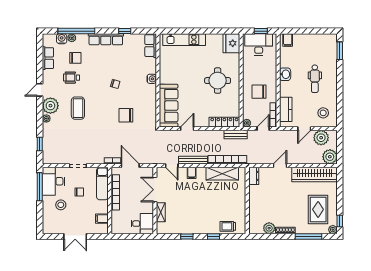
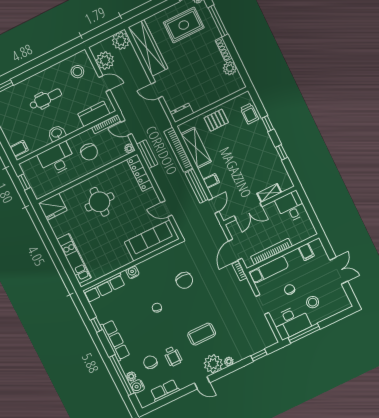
desk: (259, 44) -> (57, 159), moved, turned 90
row of seats: (151, 46) -> (104, 288), width x1.48
pallet: (235, 199) -> (216, 120), added

